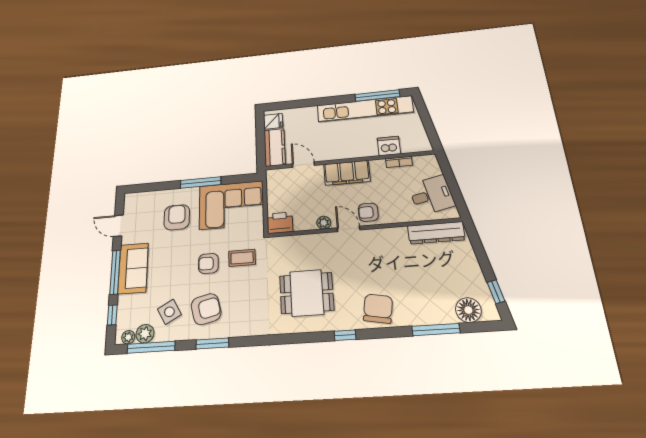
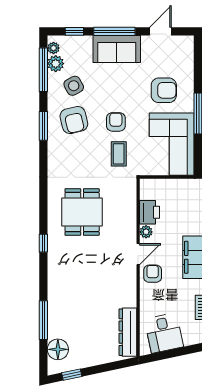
printer: (280, 223) -> (150, 212), moved
chair: (378, 309) -> (64, 273), removed

